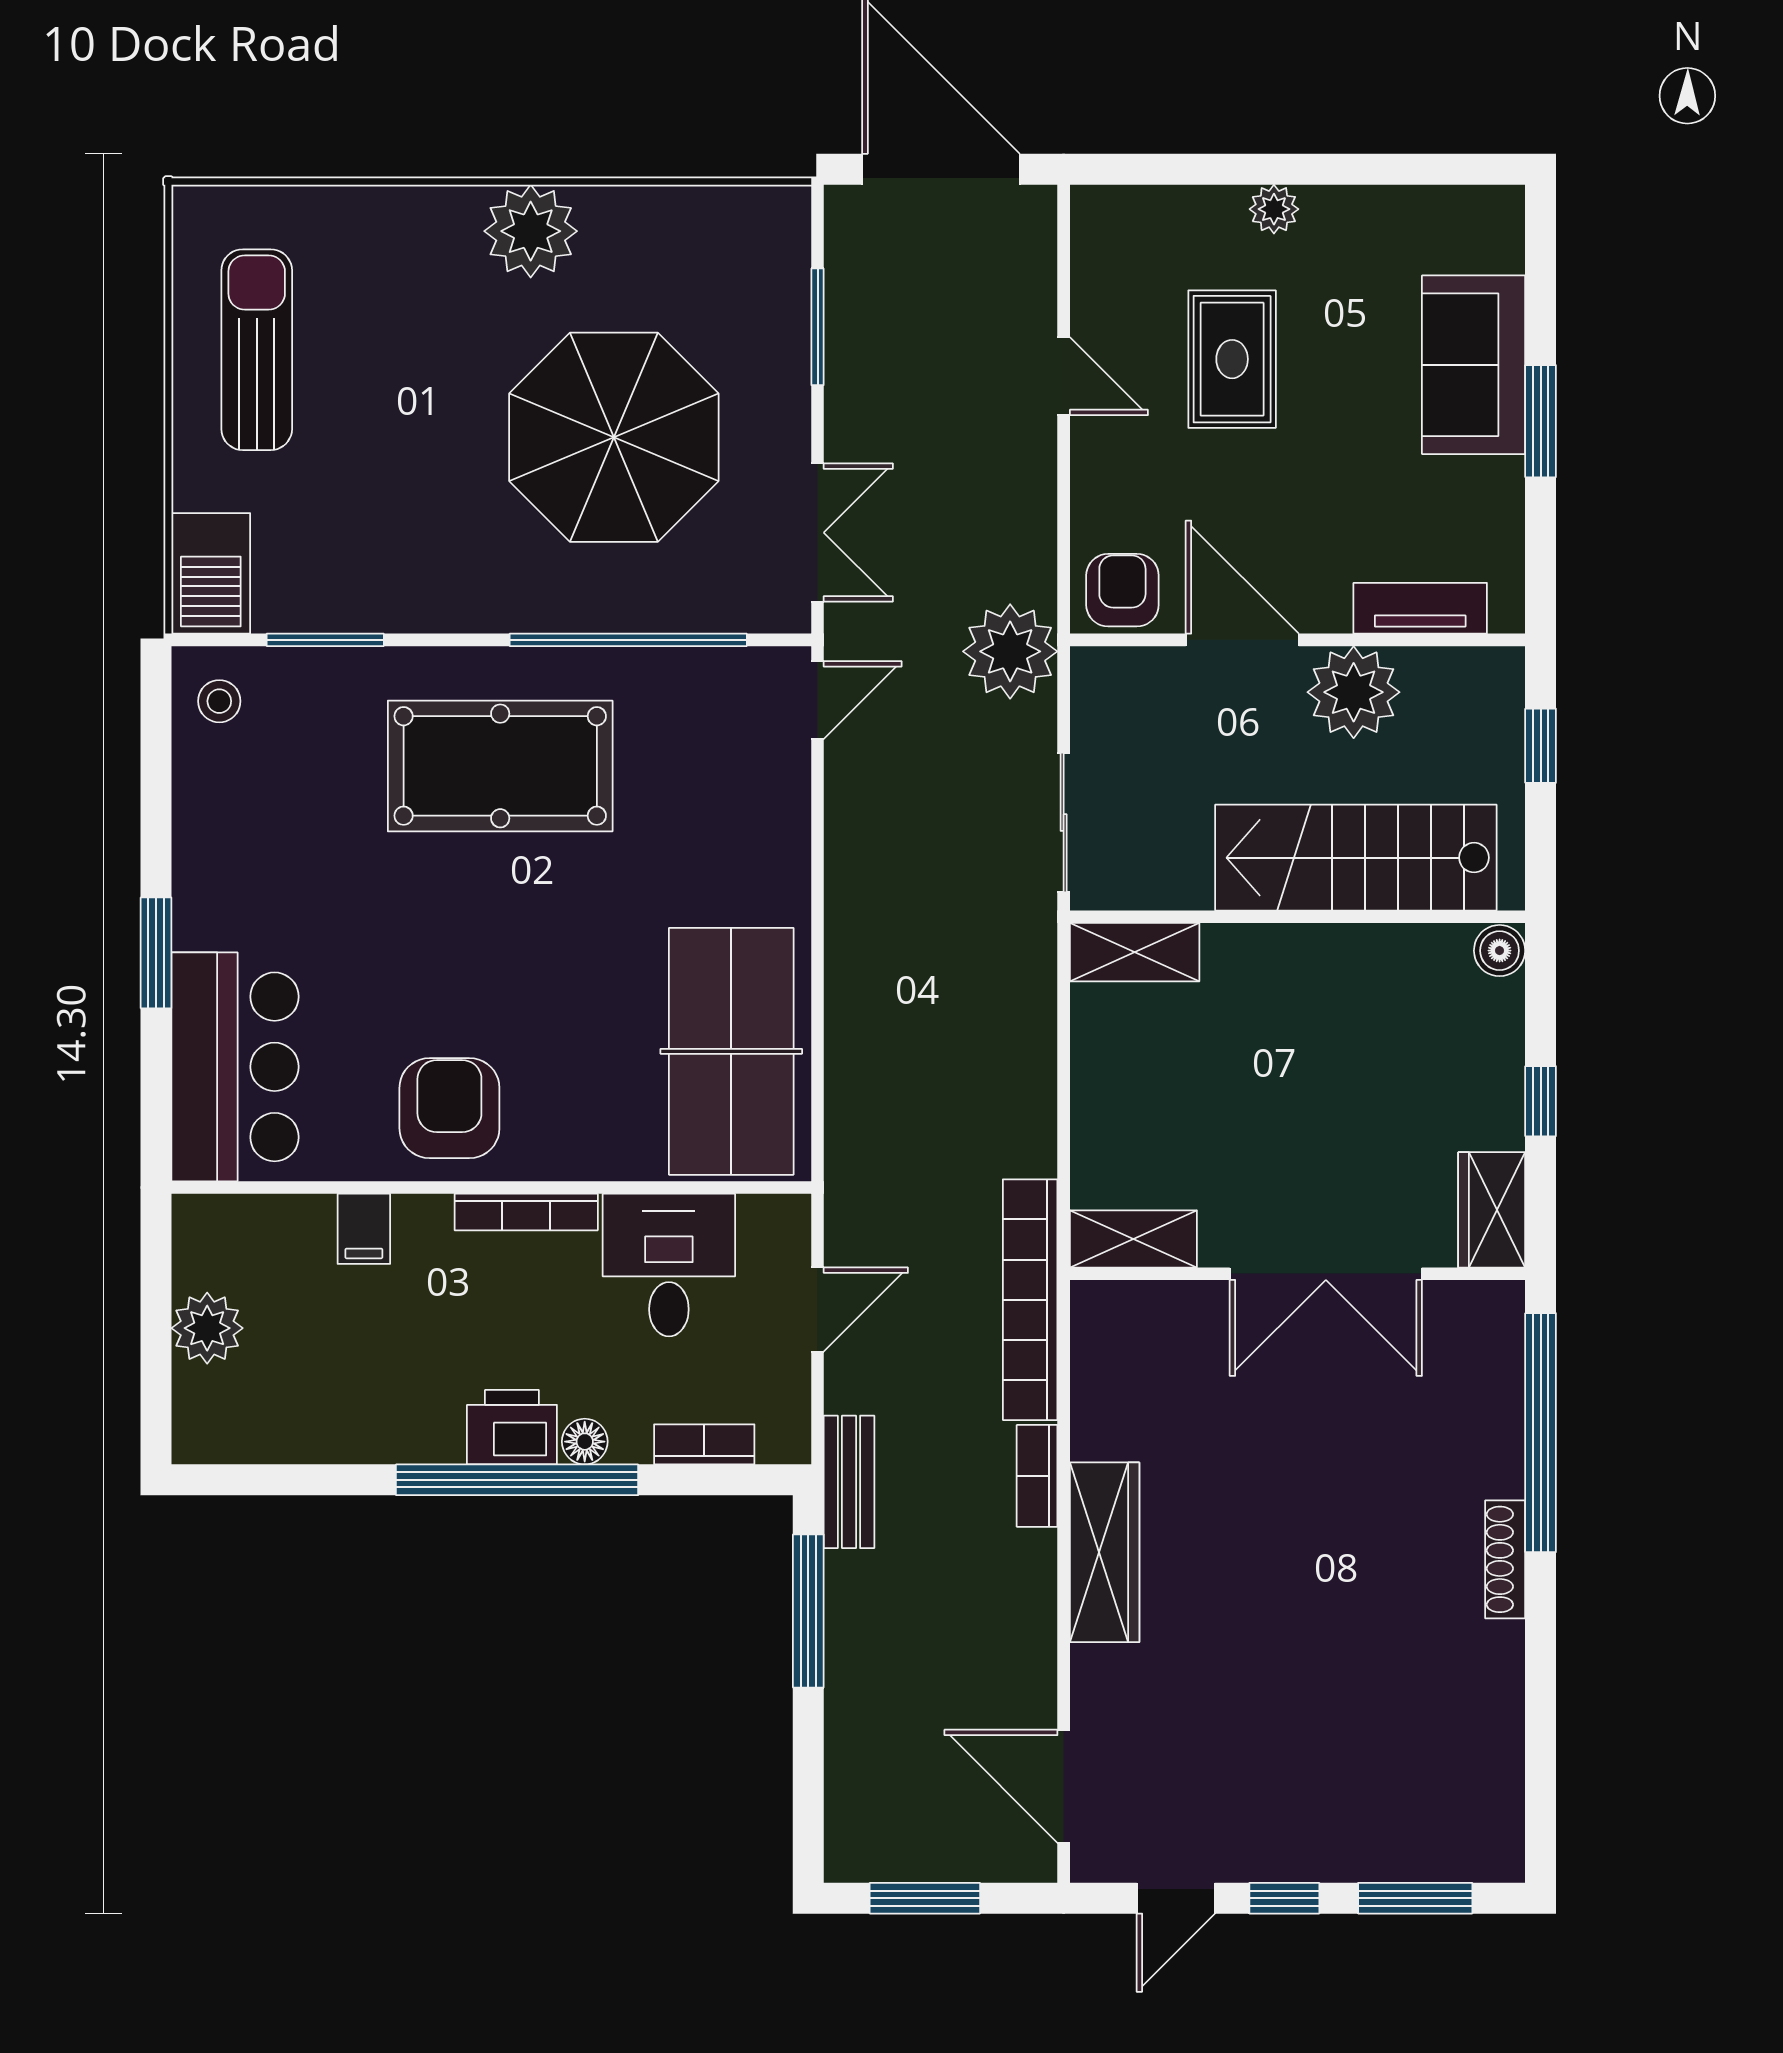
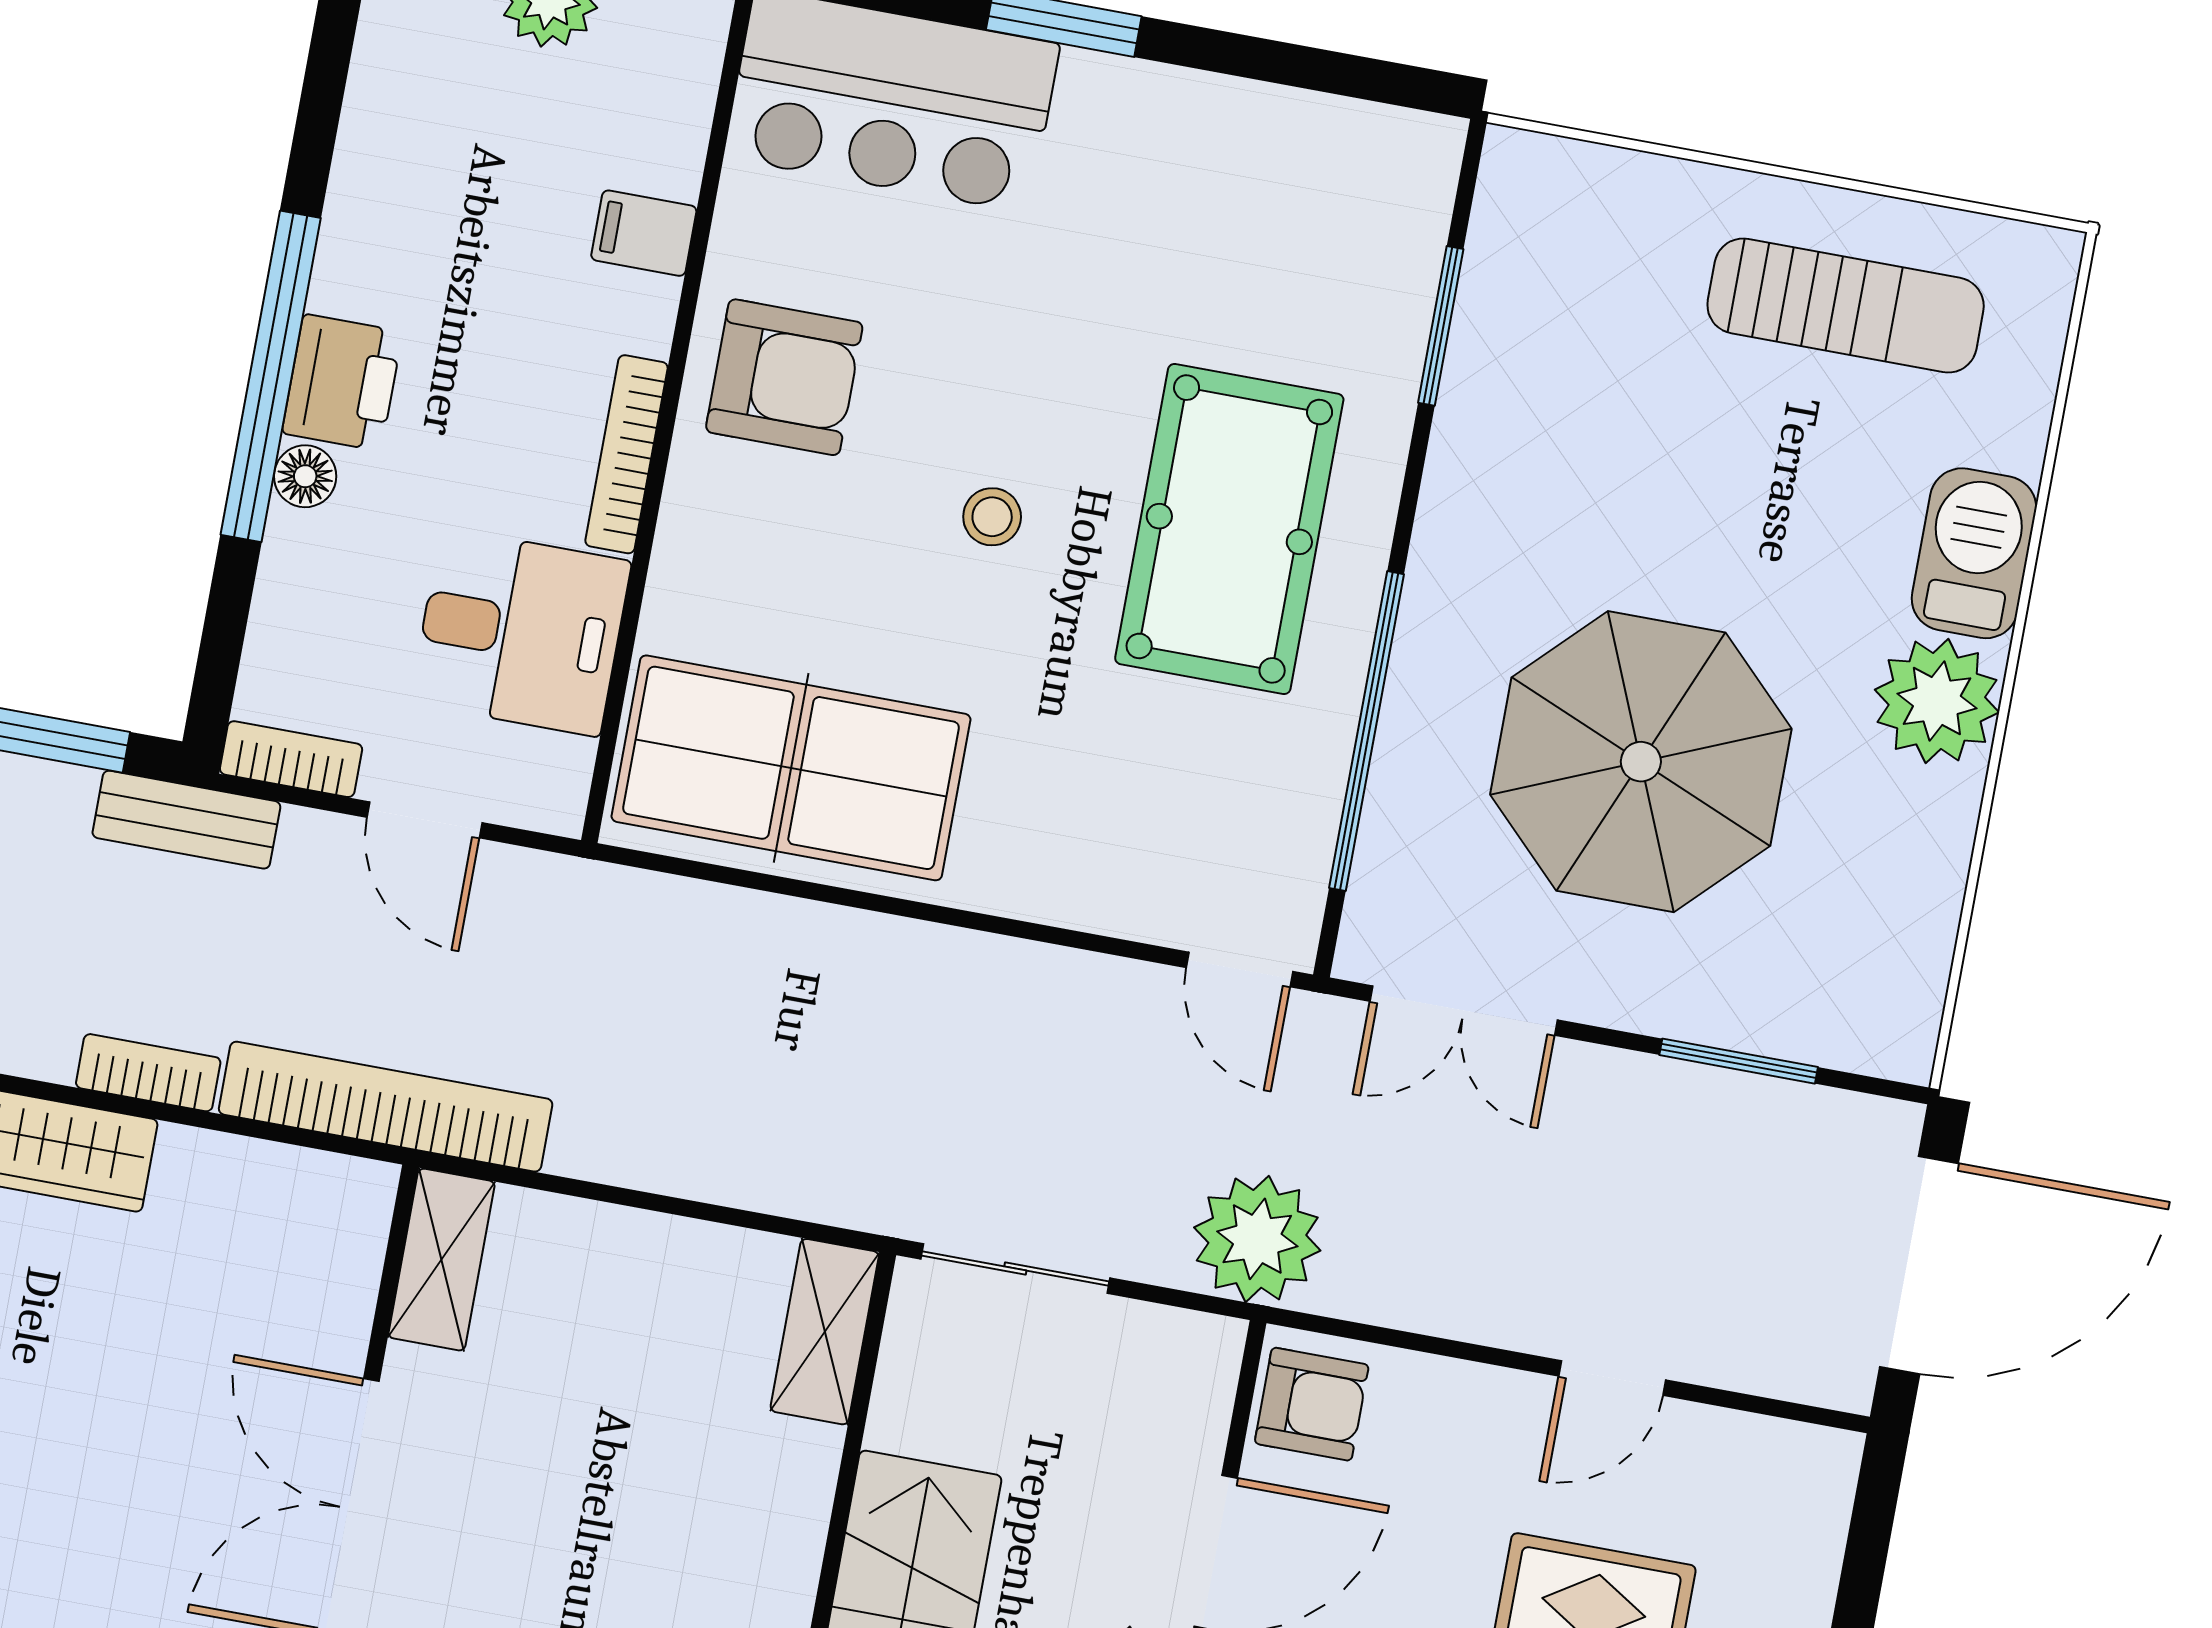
barbecue: (211, 573) -> (1974, 553), moved, turned 90
stool: (219, 701) -> (992, 517), moved
bookcase: (704, 1444) -> (291, 759), moved, turned -90

